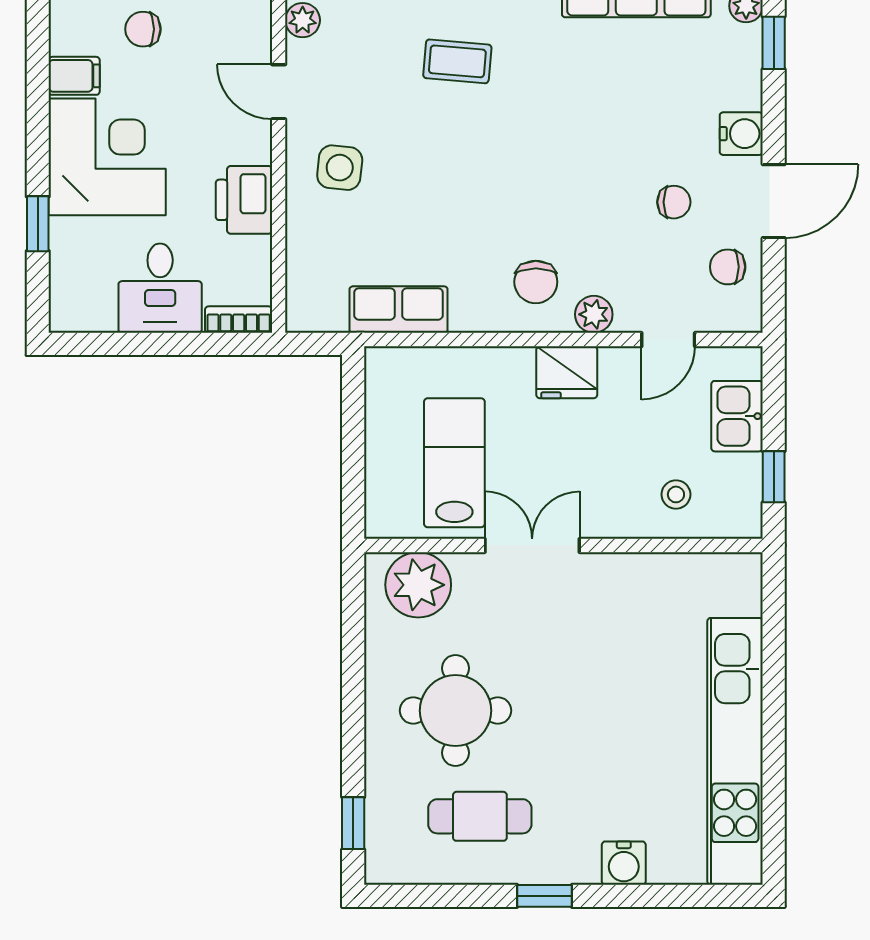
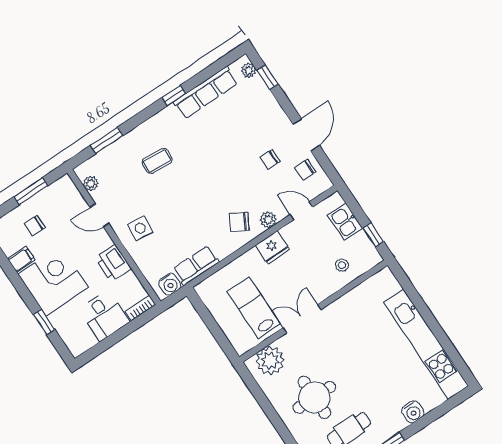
water cooler: (741, 134) -> (170, 284), moved, turned 90
chair: (674, 202) -> (270, 159), turned 180
chair: (536, 282) -> (239, 222), turned 120
door: (668, 340) -> (301, 211), swing flipped

